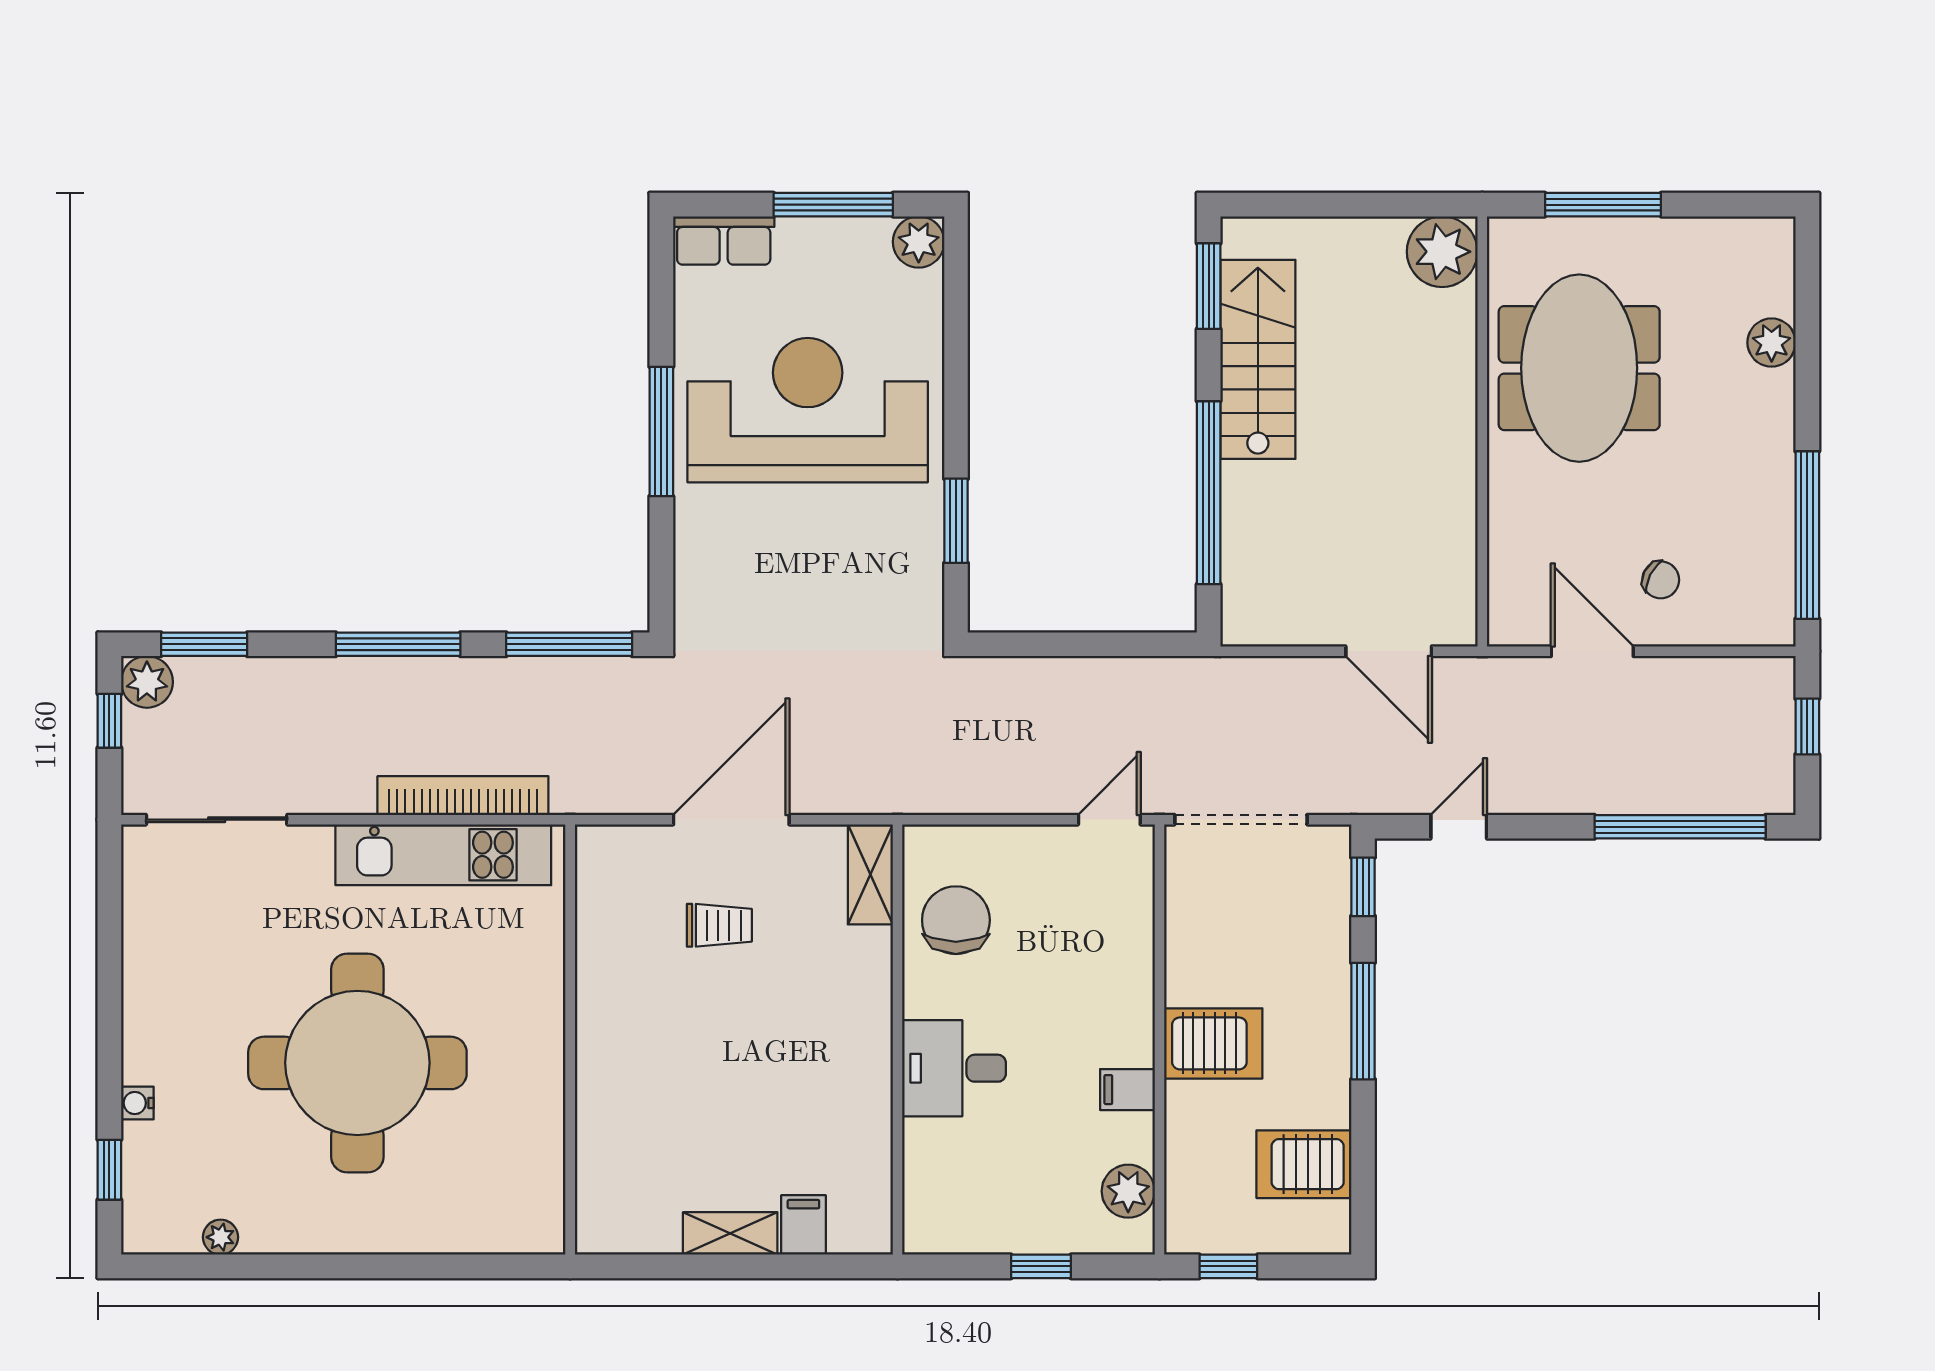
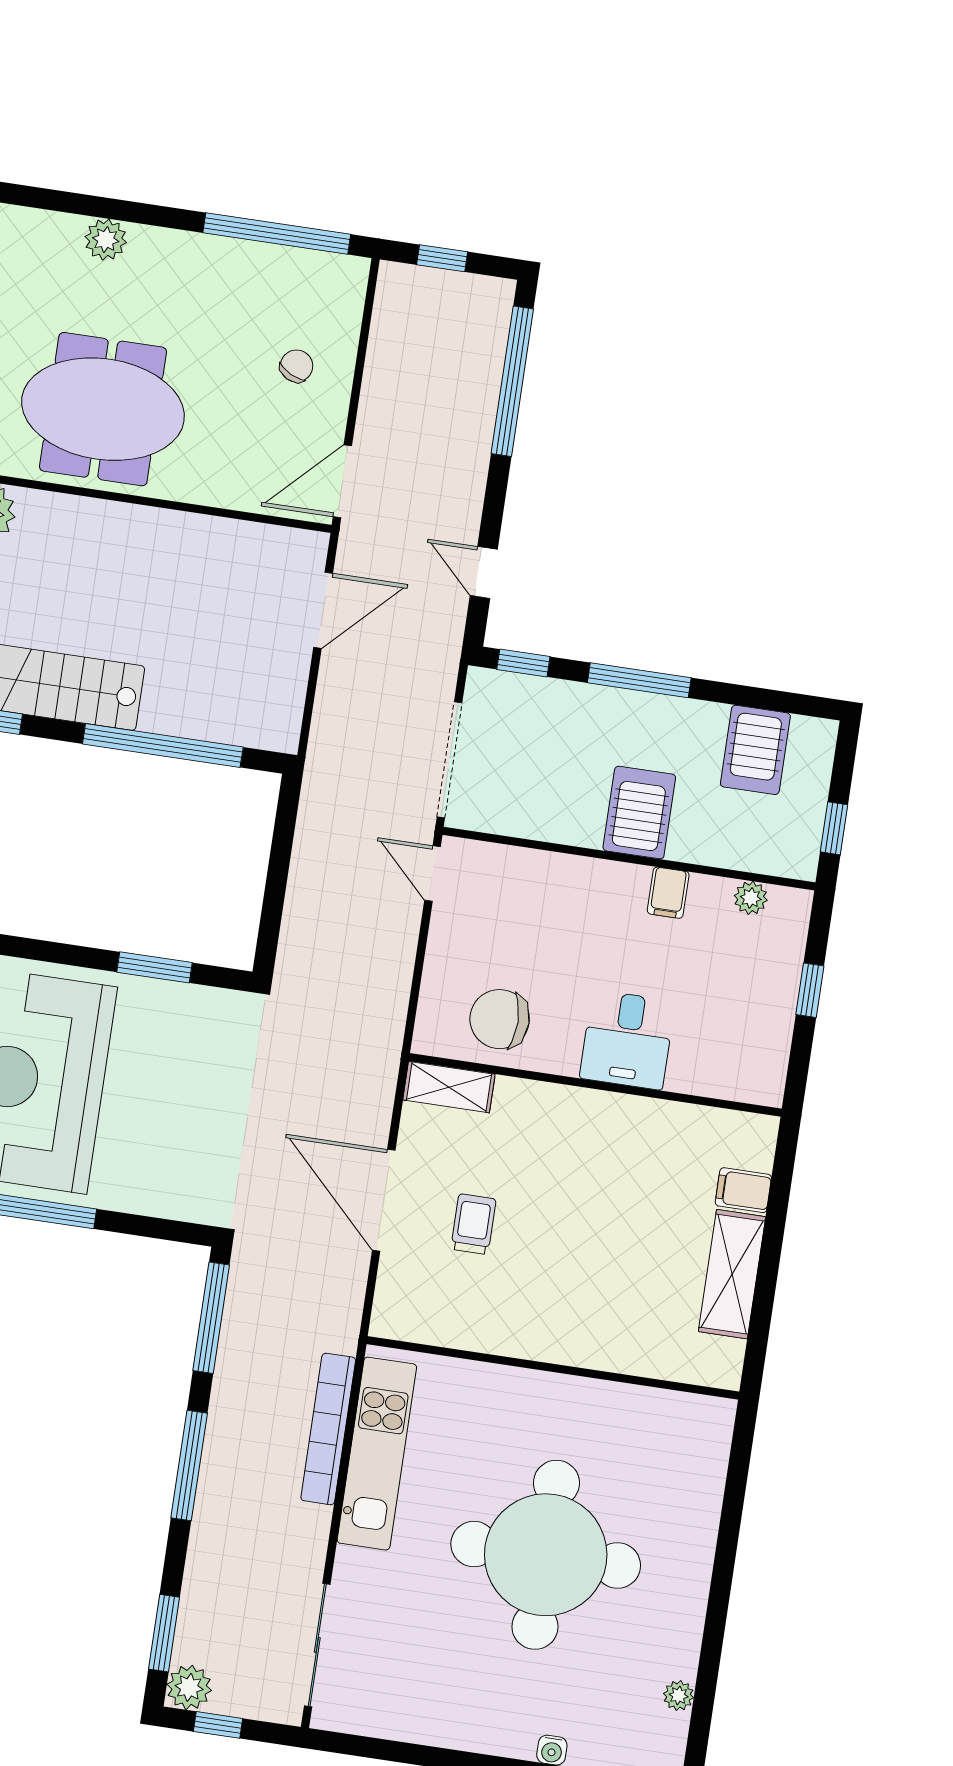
door: (1592, 651) -> (342, 481), moved
plant: (1128, 1191) -> (751, 898), width x0.73, depth x0.73
shelving: (730, 1233) -> (732, 1274), width x1.50, depth x1.33

